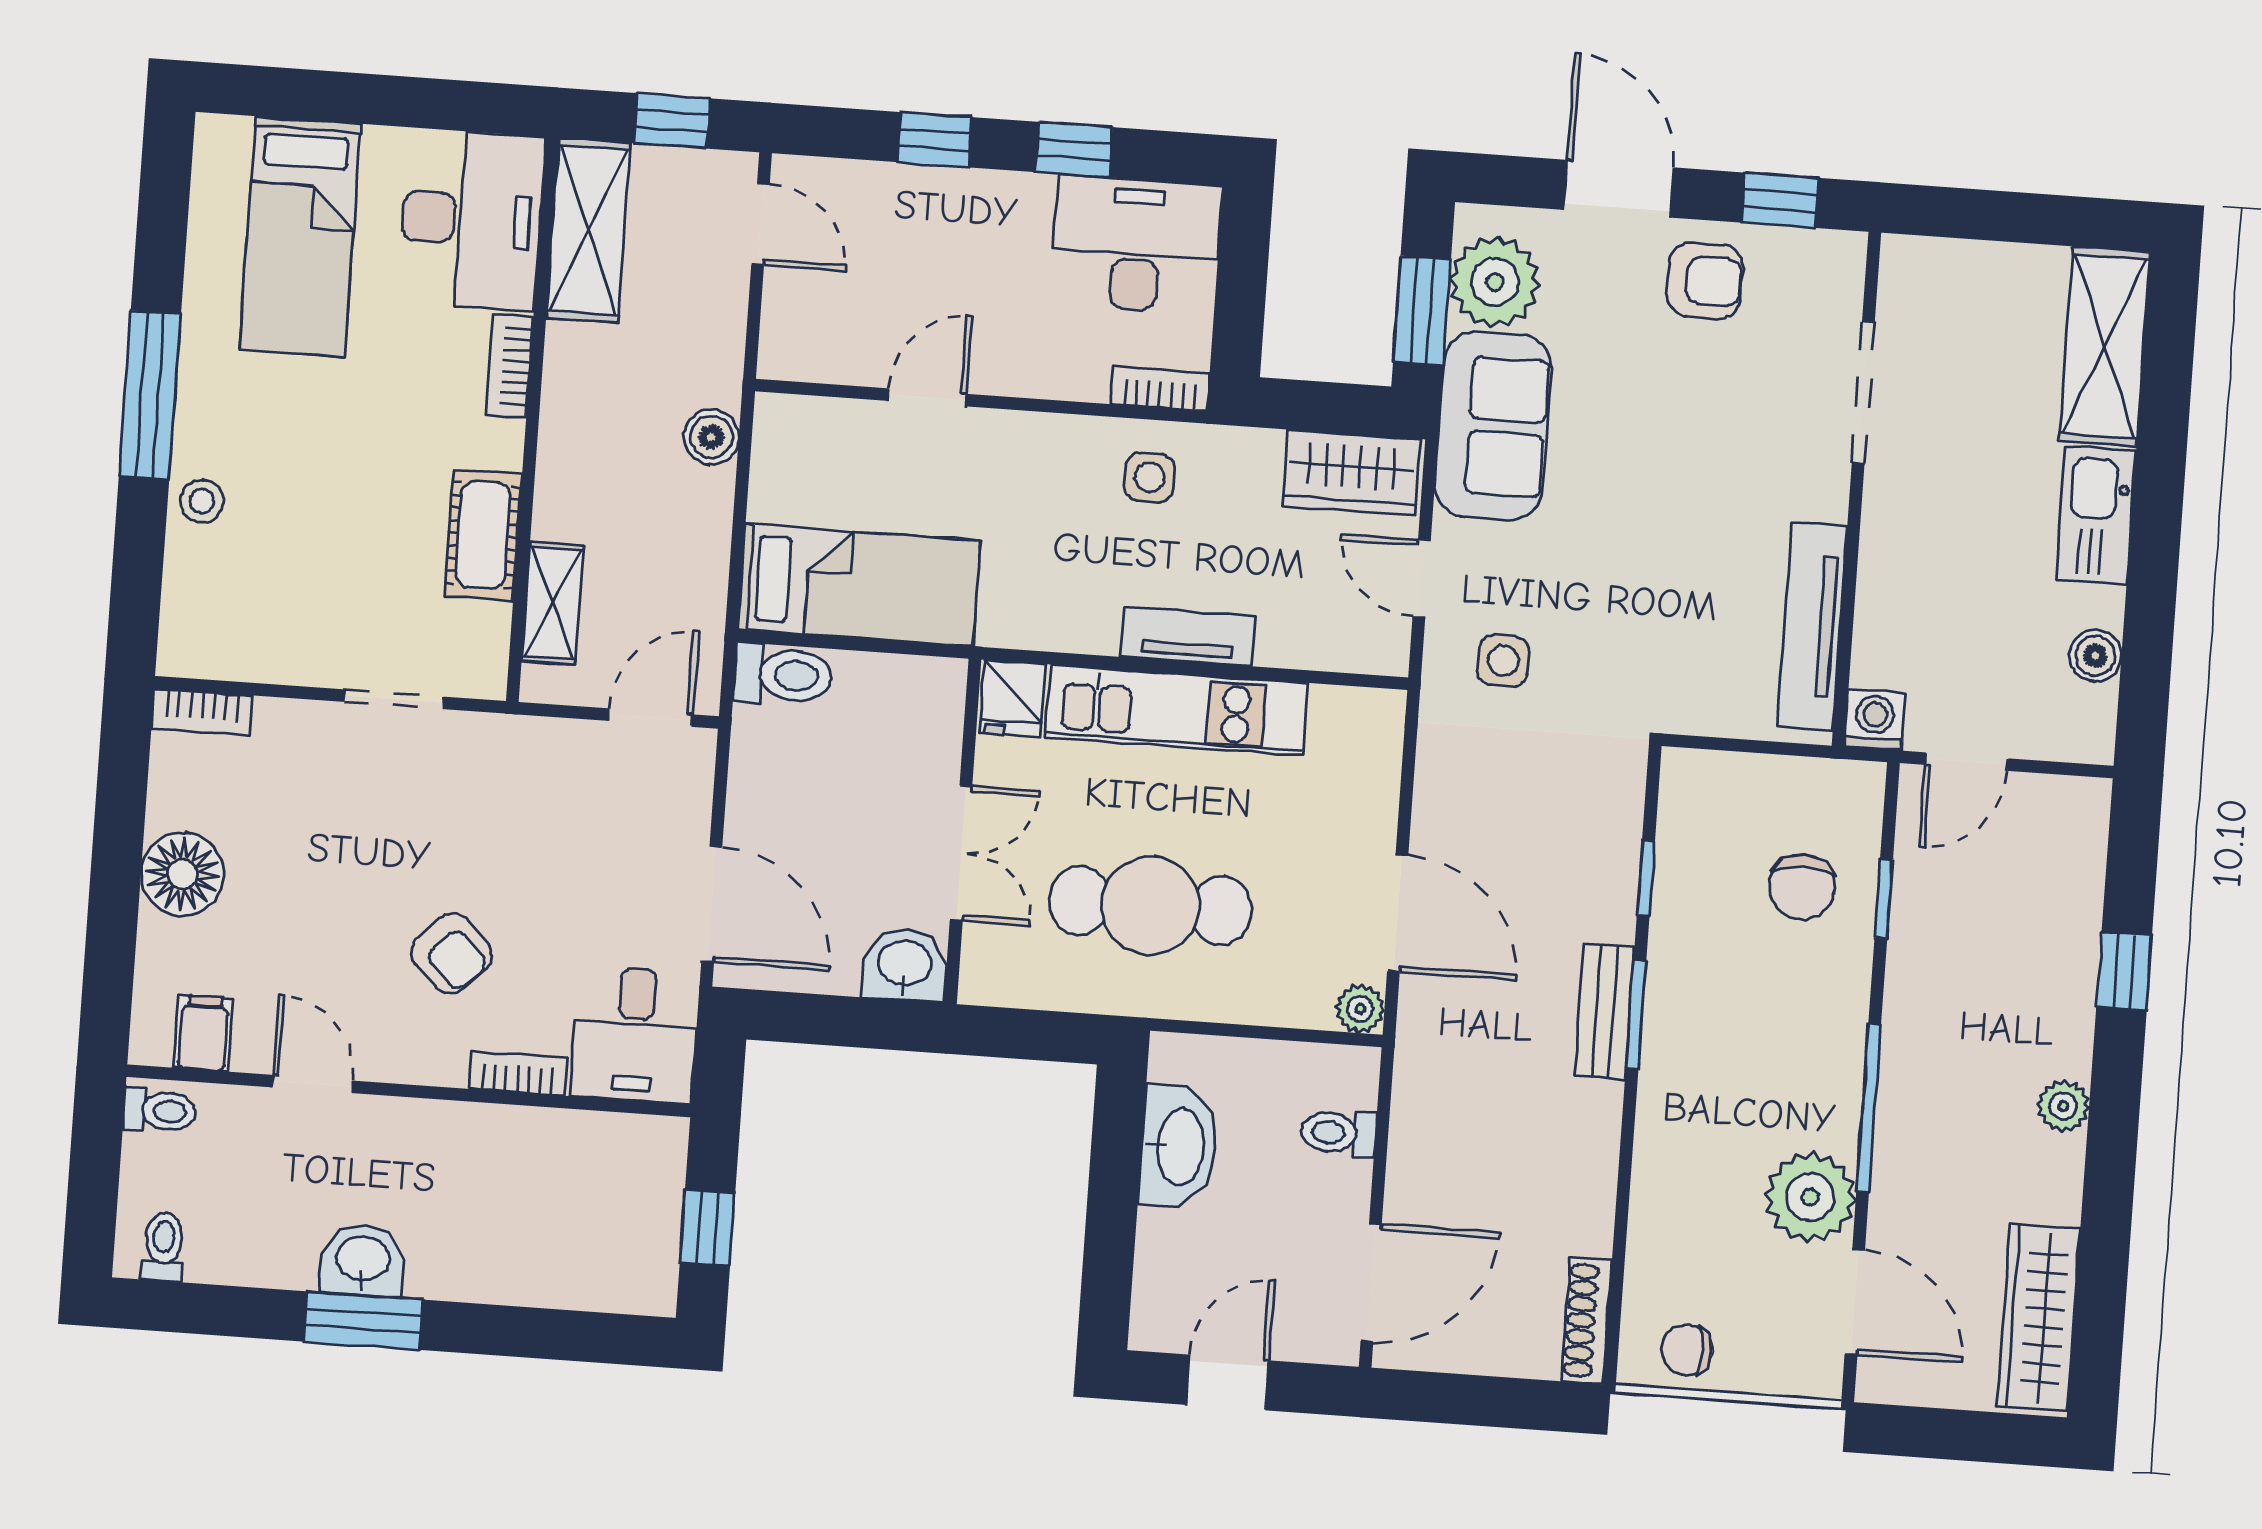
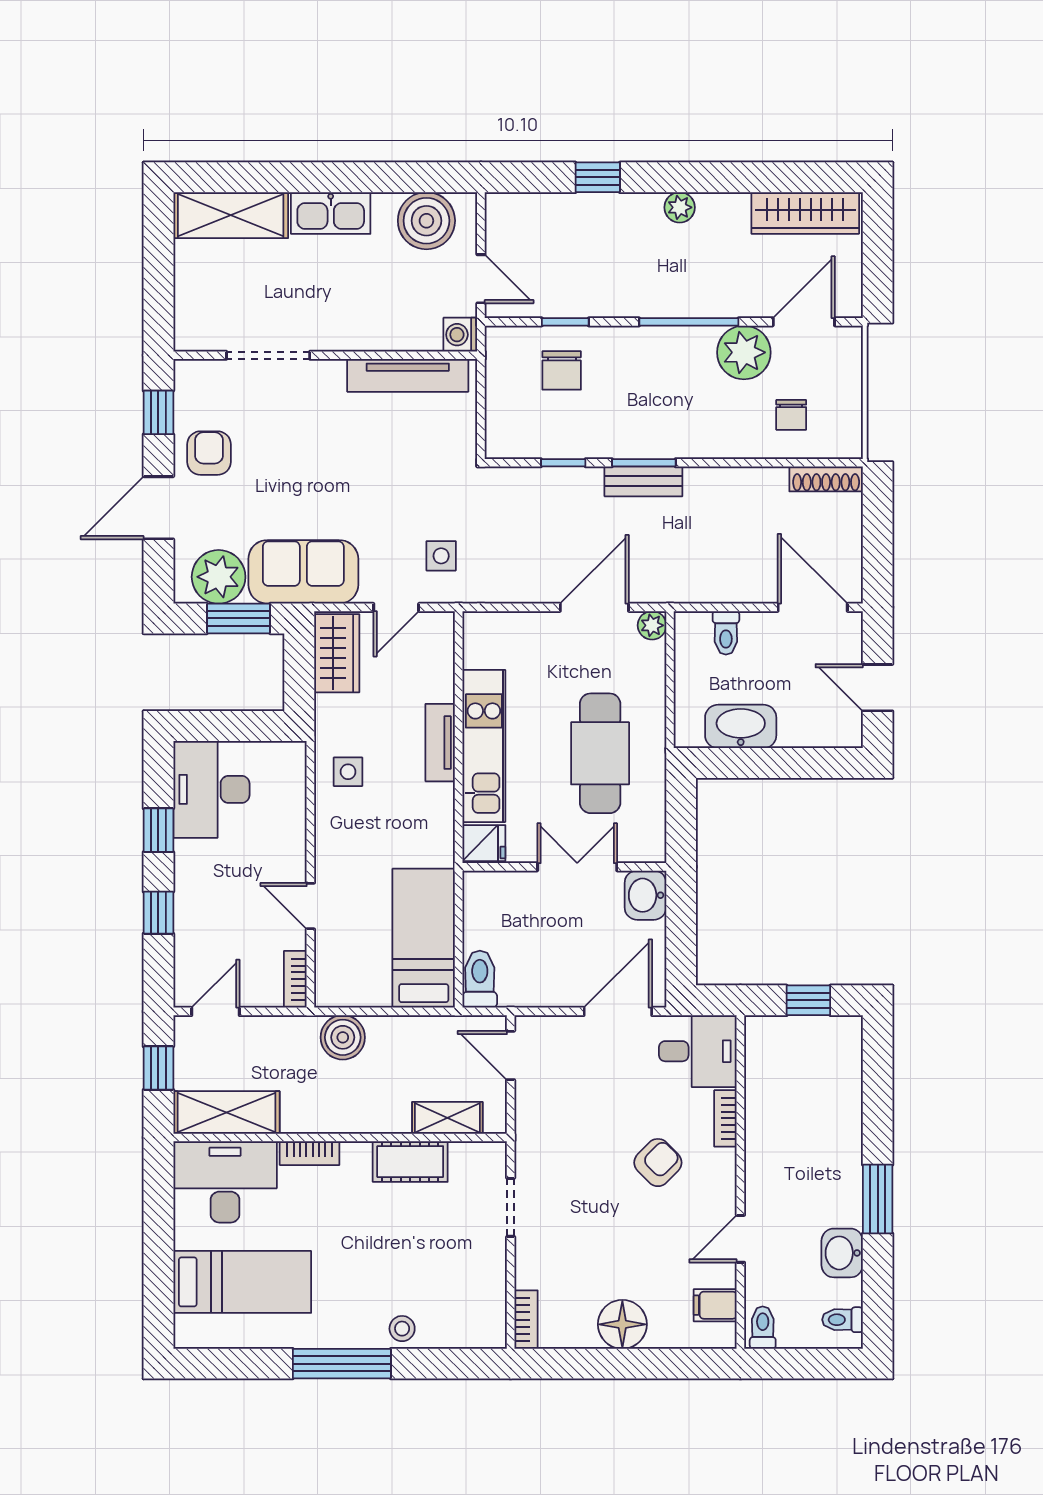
bookcase: (1160, 388) -> (295, 979), moved
boiler: (711, 437) -> (343, 1037), width x1.36, depth x1.36
boiler: (2095, 656) -> (426, 221), width x1.86, depth x1.86
chair: (1802, 887) -> (562, 370), turned 90
washbasin: (363, 1260) -> (842, 1253), moved
chair: (1687, 1350) -> (791, 415), moved

